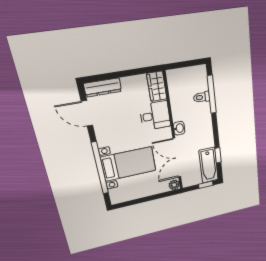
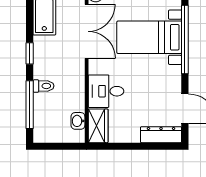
toilet: (202, 97) -> (43, 86), moved
washbasin: (179, 128) -> (78, 121), moved
window: (218, 155) -> (30, 53), moved

